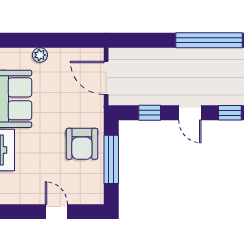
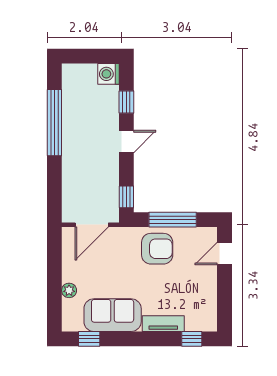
window: (150, 113) -> (126, 197), moved
door: (56, 212) -> (224, 254), moved

